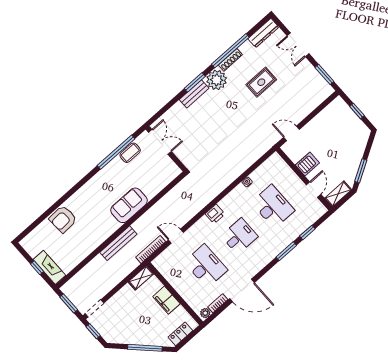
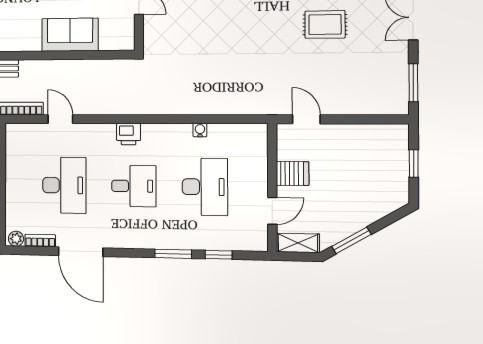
sofa: (129, 205) -> (70, 35), moved

